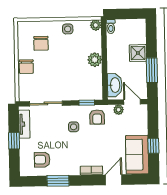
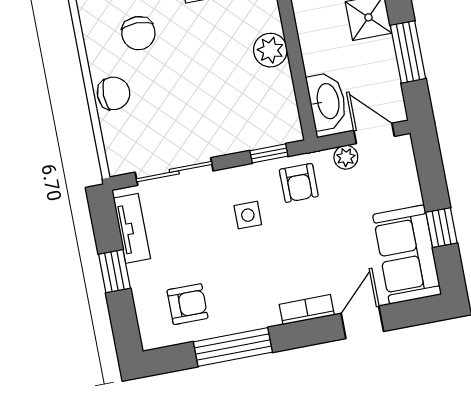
chair: (26, 67) -> (114, 93), turned -90
armchair: (42, 160) -> (187, 304), turned 180
window: (58, 181) -> (233, 347), width x1.44

